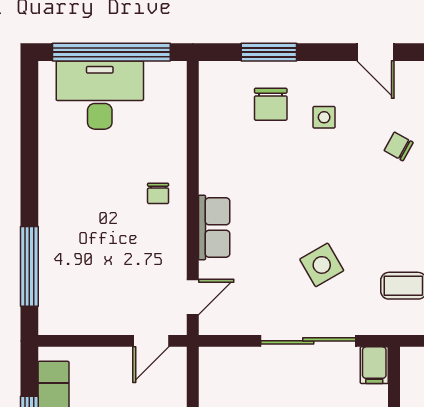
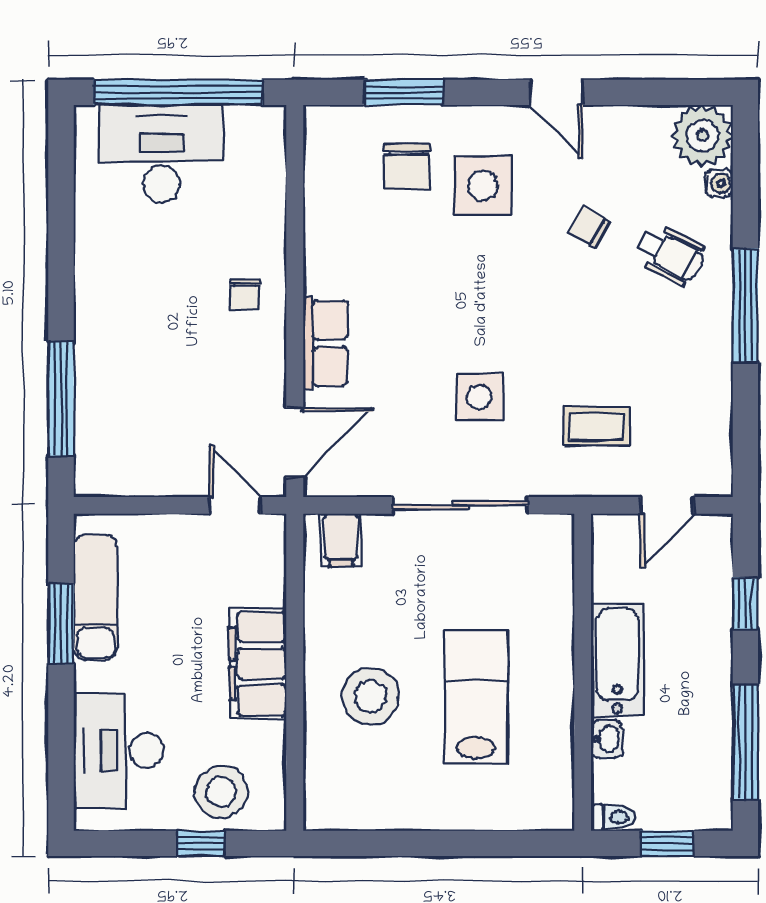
side table: (324, 117) -> (483, 185), width x1.87, depth x1.87
side table: (322, 265) -> (479, 397), turned 30
door: (193, 297) -> (295, 443), width x1.38
door: (151, 341) -> (235, 505), swing flipped
filing cabinet: (374, 365) -> (341, 540), moved

